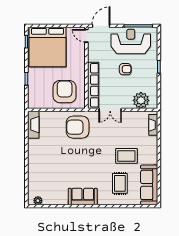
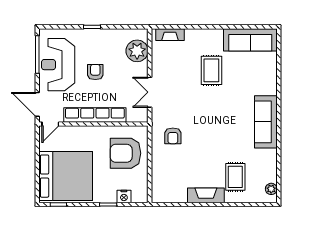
row of seats: (93, 85) -> (95, 115), moved
nightstand: (32, 91) -> (124, 197), added
double door: (110, 110) -> (150, 92), swing flipped
fireplace: (33, 125) -> (206, 195), moved
armchair: (78, 127) -> (173, 136), width x0.53, depth x0.53
rug: (120, 183) -> (235, 177), moved, turned 90
sofa: (83, 197) -> (266, 122), width x1.36

